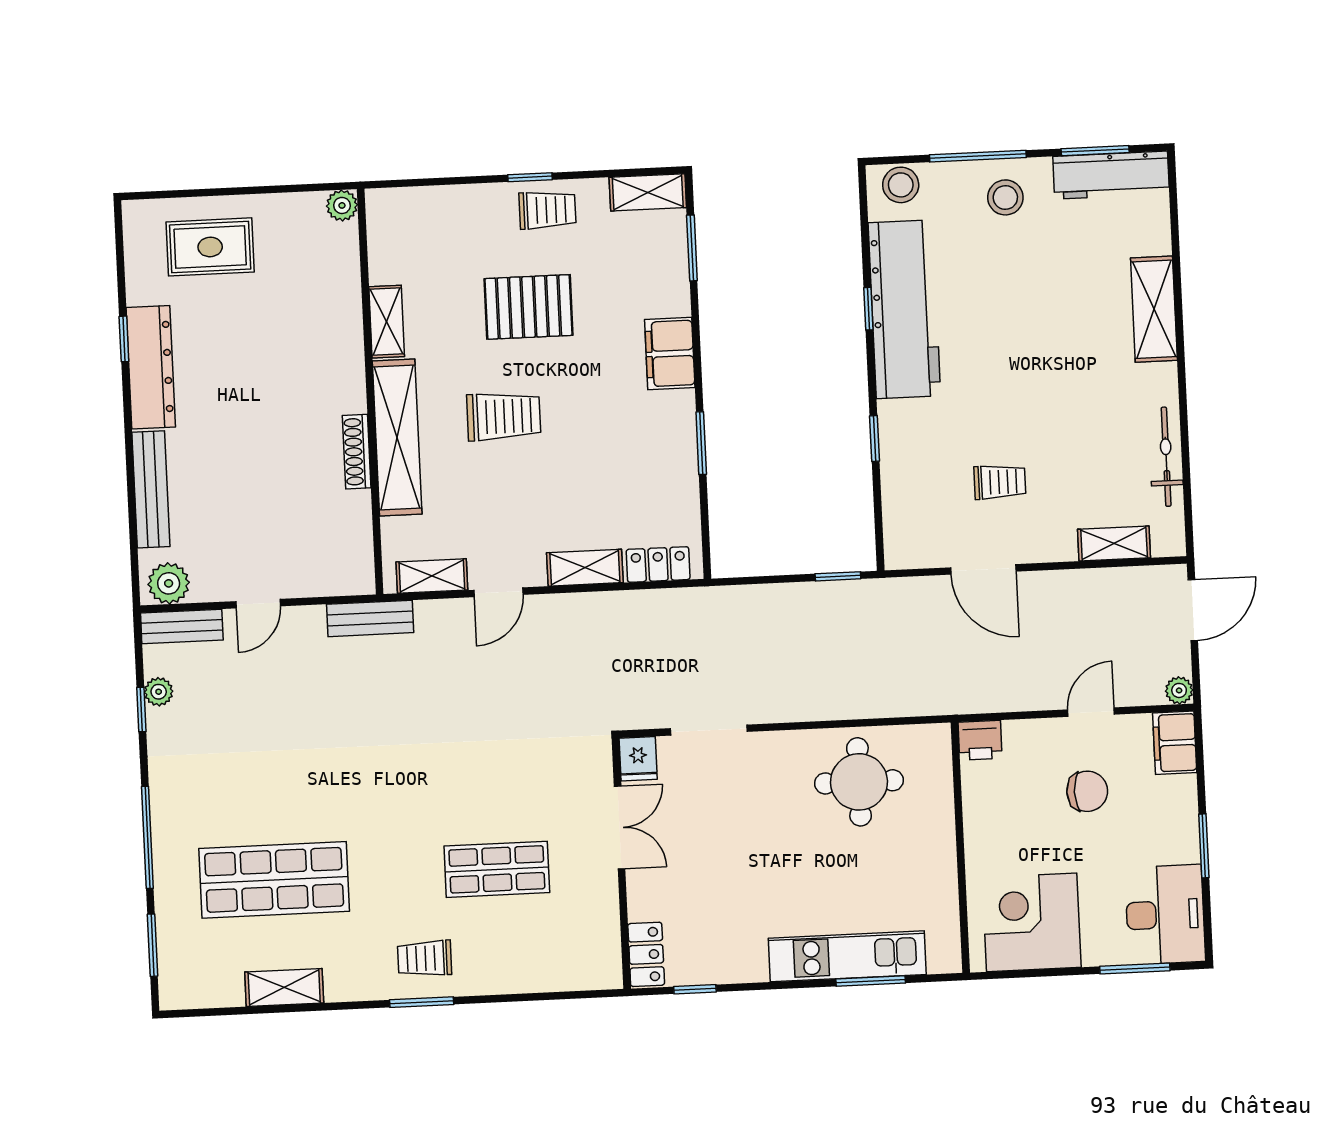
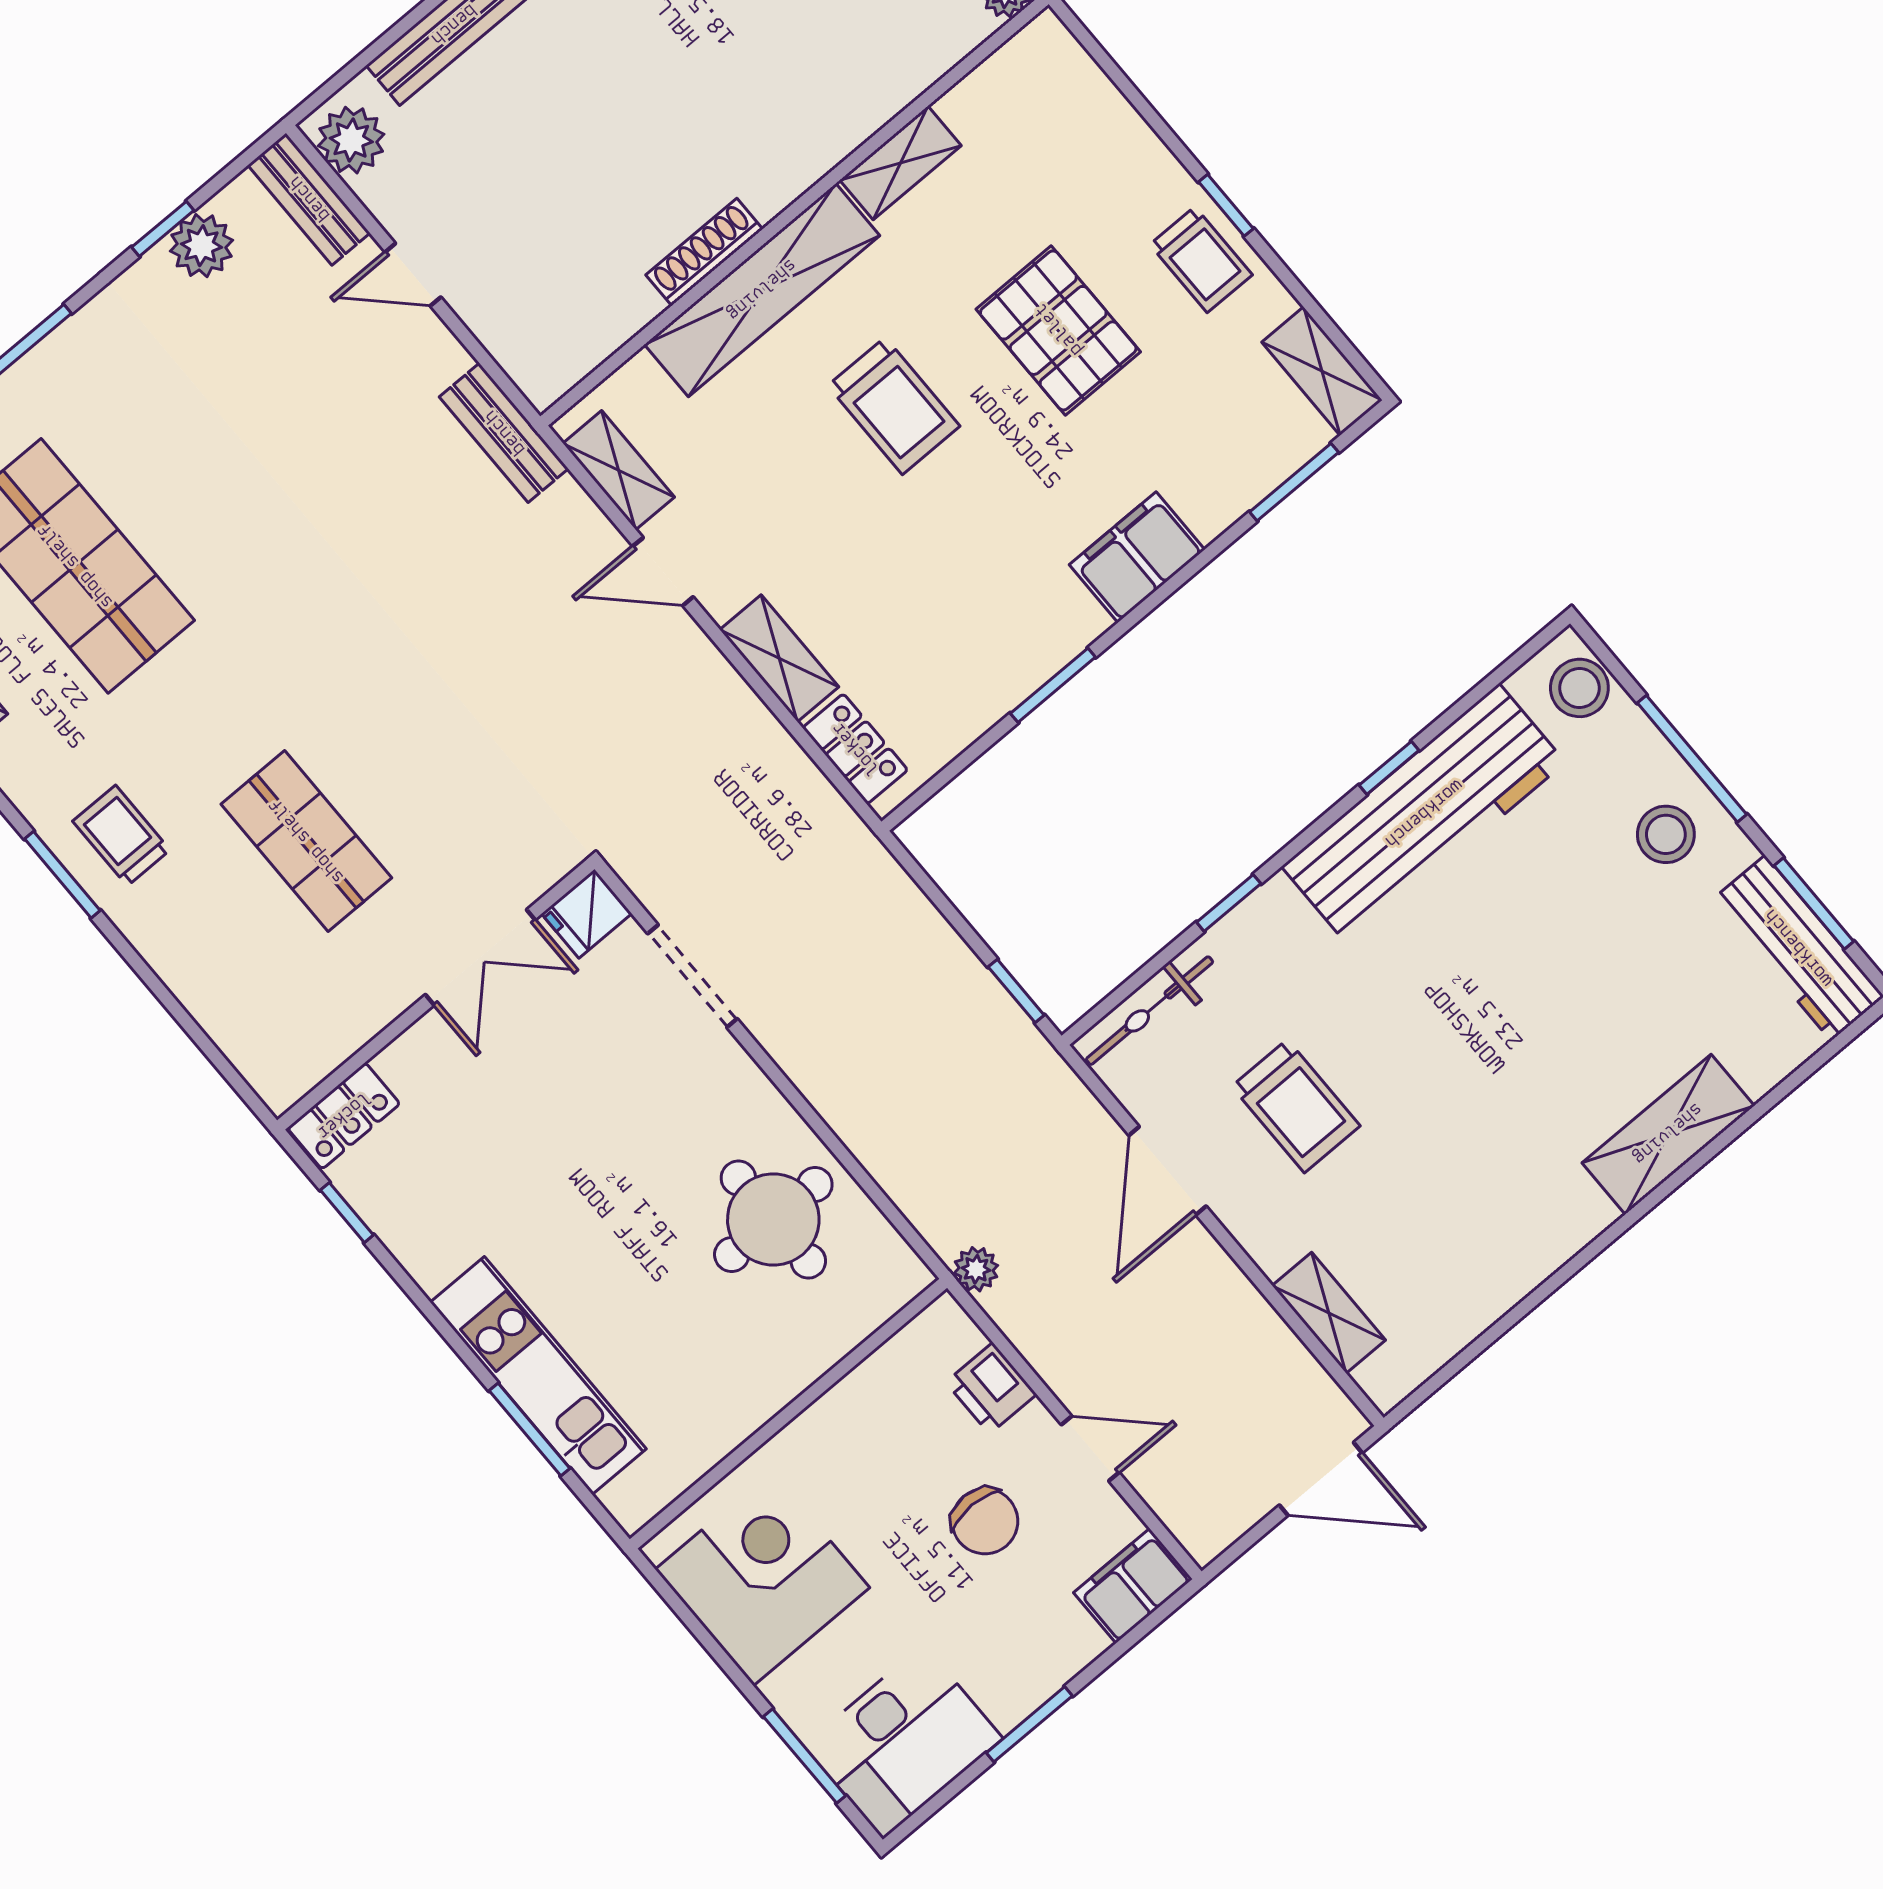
bicycle: (1166, 457) -> (1150, 1011), moved, turned 180
trolley: (1000, 482) -> (1296, 1106), width x1.36, depth x1.39
plant: (1179, 690) -> (976, 1269), moved
plant: (159, 692) -> (201, 246), width x1.38, depth x1.38
printer: (980, 740) -> (991, 1388), moved

